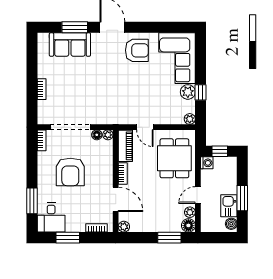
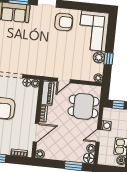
door: (145, 127) -> (64, 80), hinge flipped
dining table: (174, 158) -> (84, 106), turned 90
washing machine: (207, 163) -> (106, 126), moved
door: (116, 199) -> (36, 133), hinge flipped

